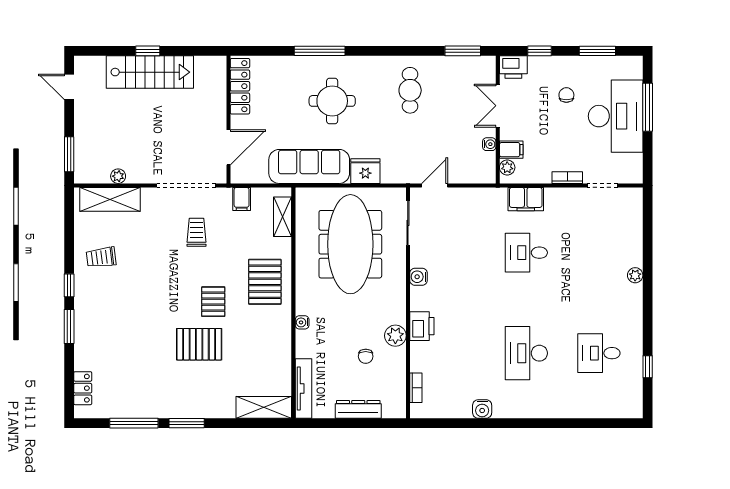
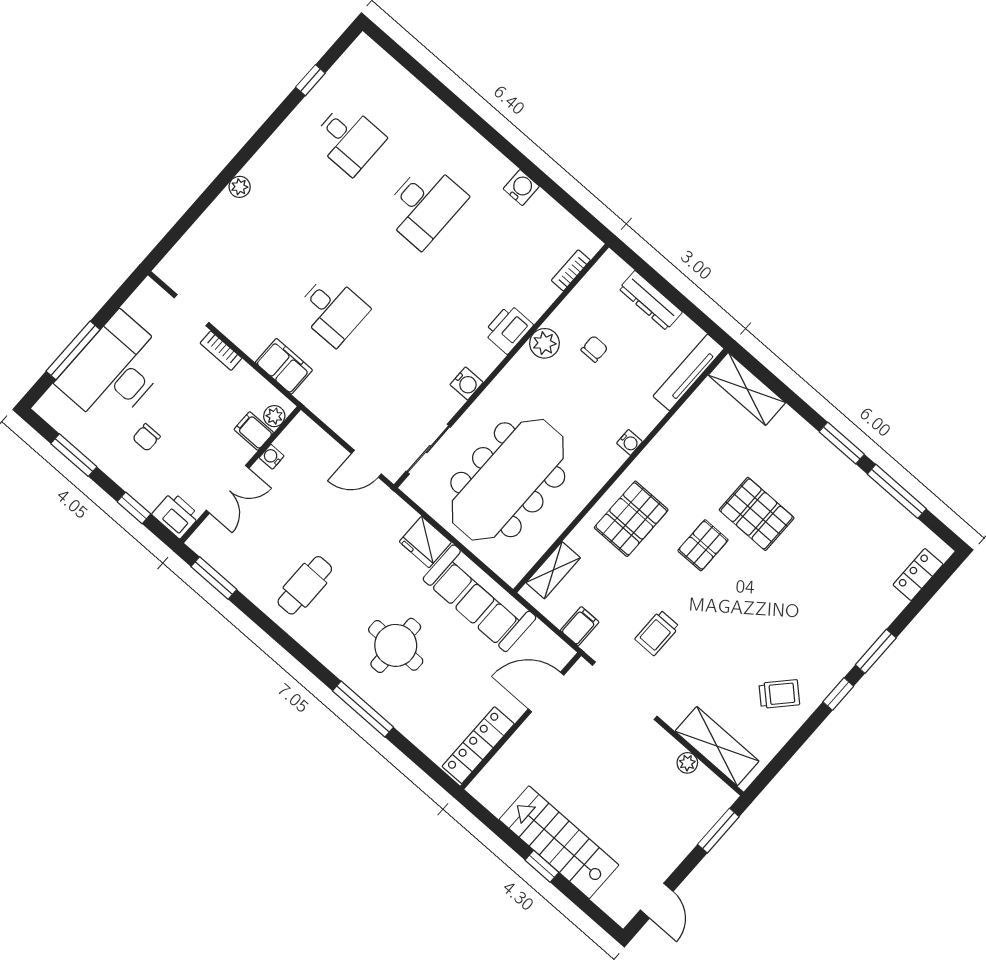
trolley: (101, 257) -> (779, 694), turned -40

